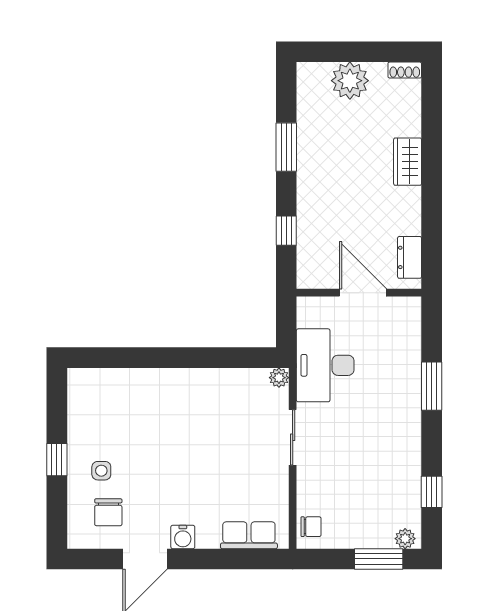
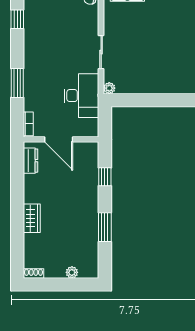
plant: (350, 81) -> (72, 272), width x0.53, depth x0.53
bookcase: (413, 318) -> (28, 124), added

